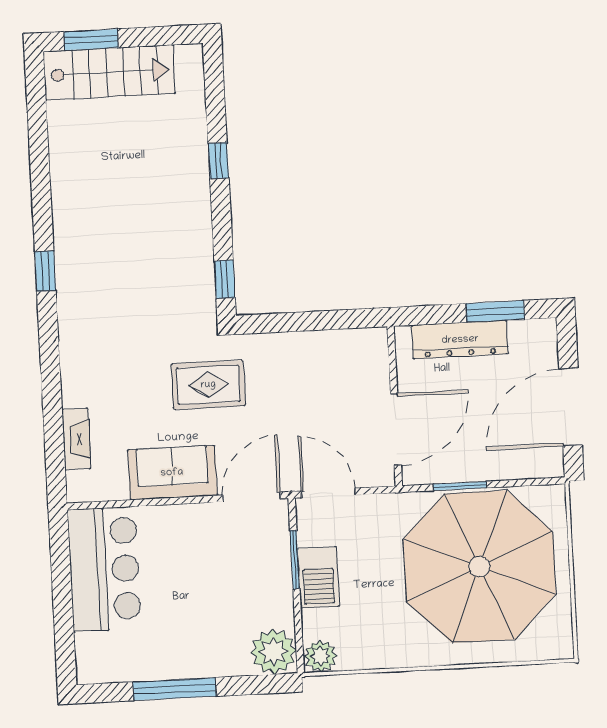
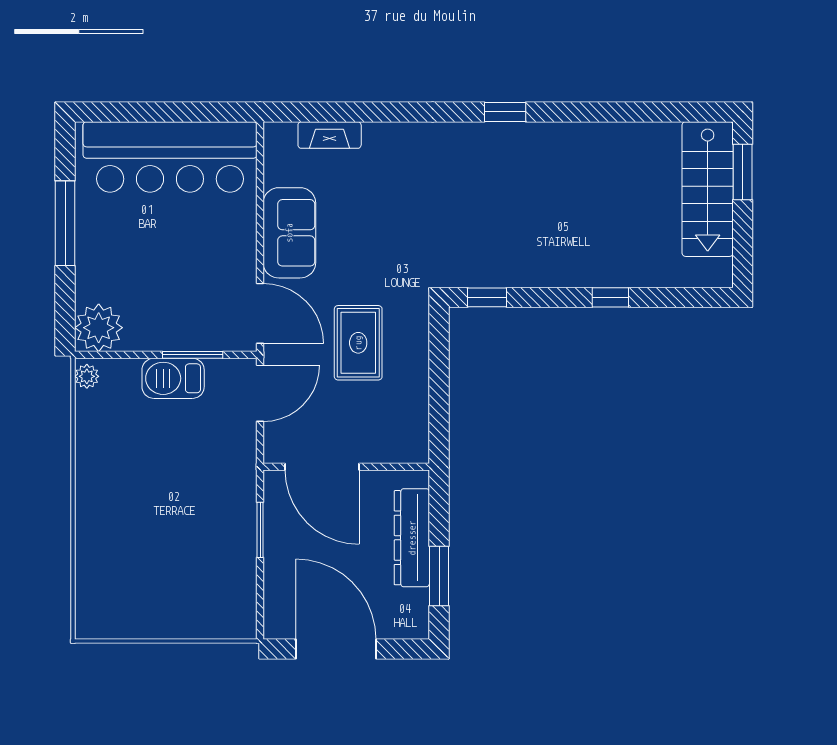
rug: (208, 385) -> (358, 343), moved
parasol: (479, 567) -> (175, 546), removed
bar counter: (104, 569) -> (170, 157), width x1.36
plant: (321, 656) -> (87, 376), width x0.73, depth x0.73

